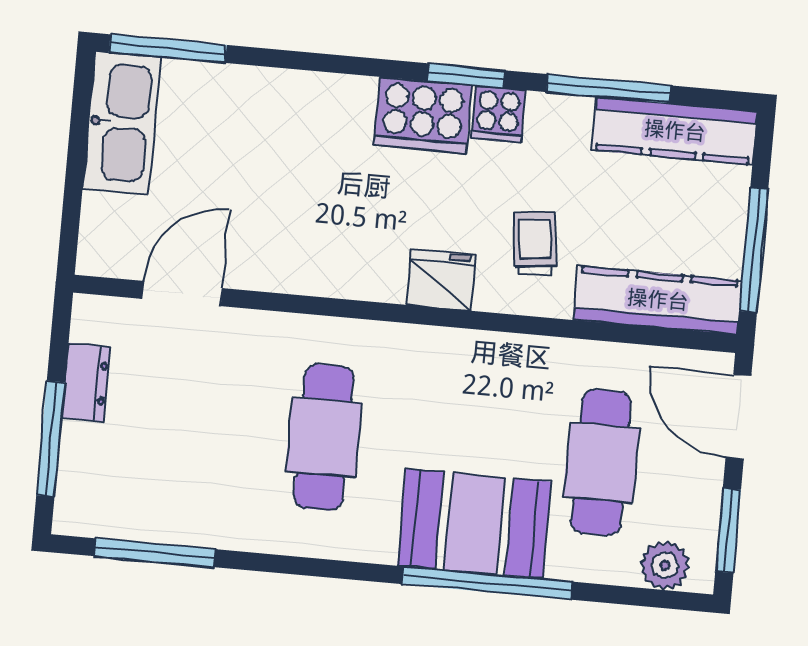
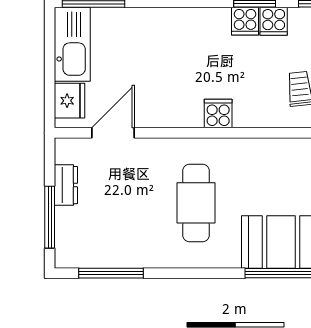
cooker: (423, 115) -> (245, 21), width x0.53, depth x0.76
cooker: (380, 276) -> (218, 114), added
fridge: (441, 280) -> (70, 101), moved, turned 90

